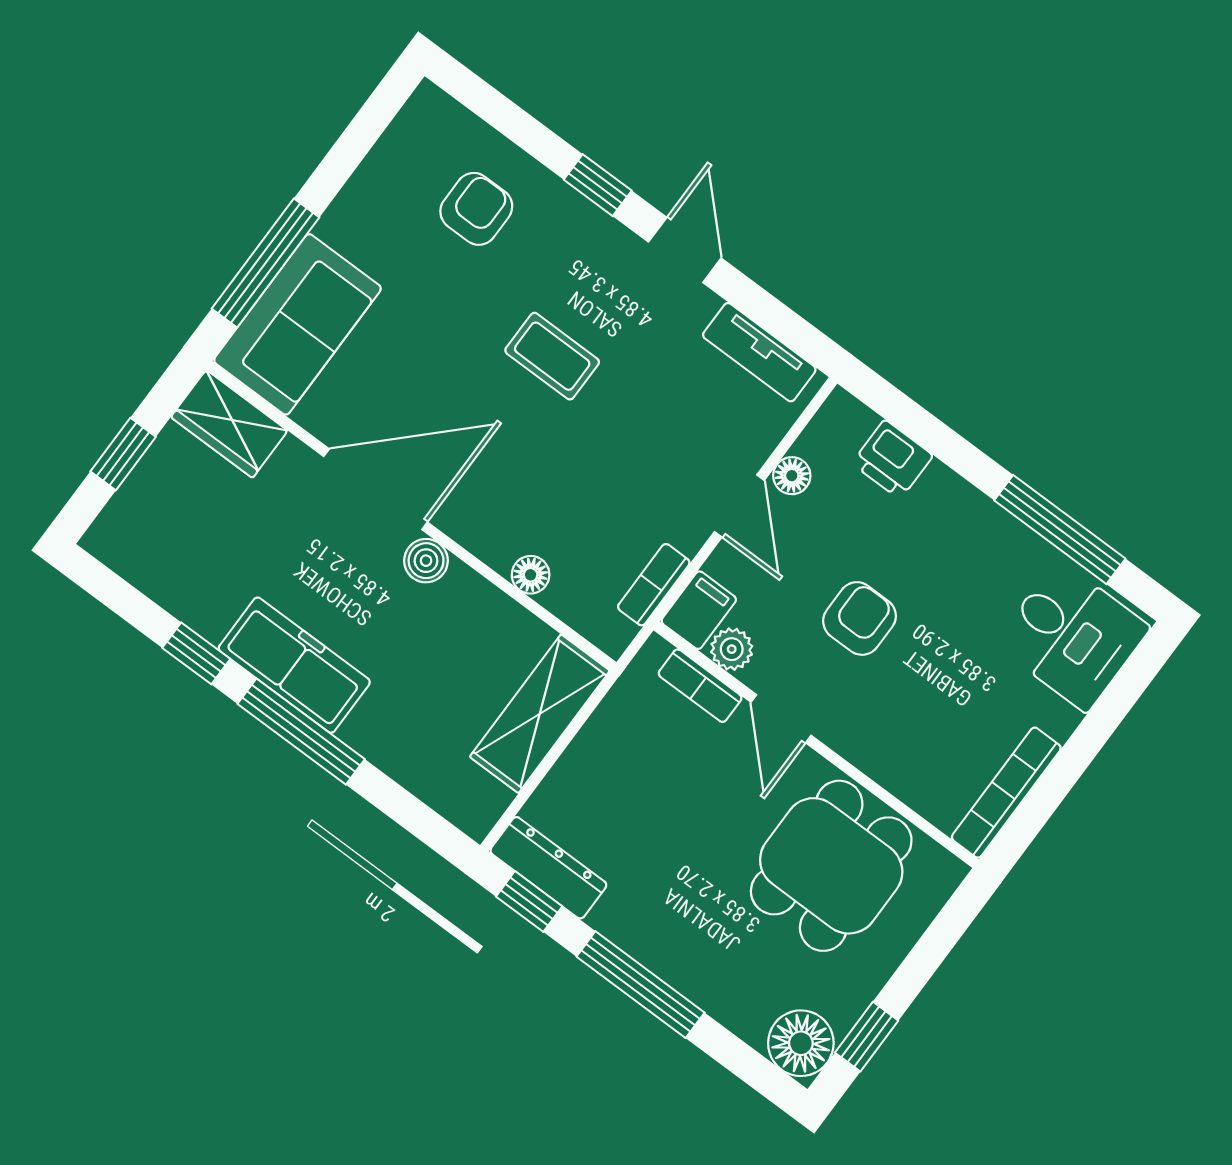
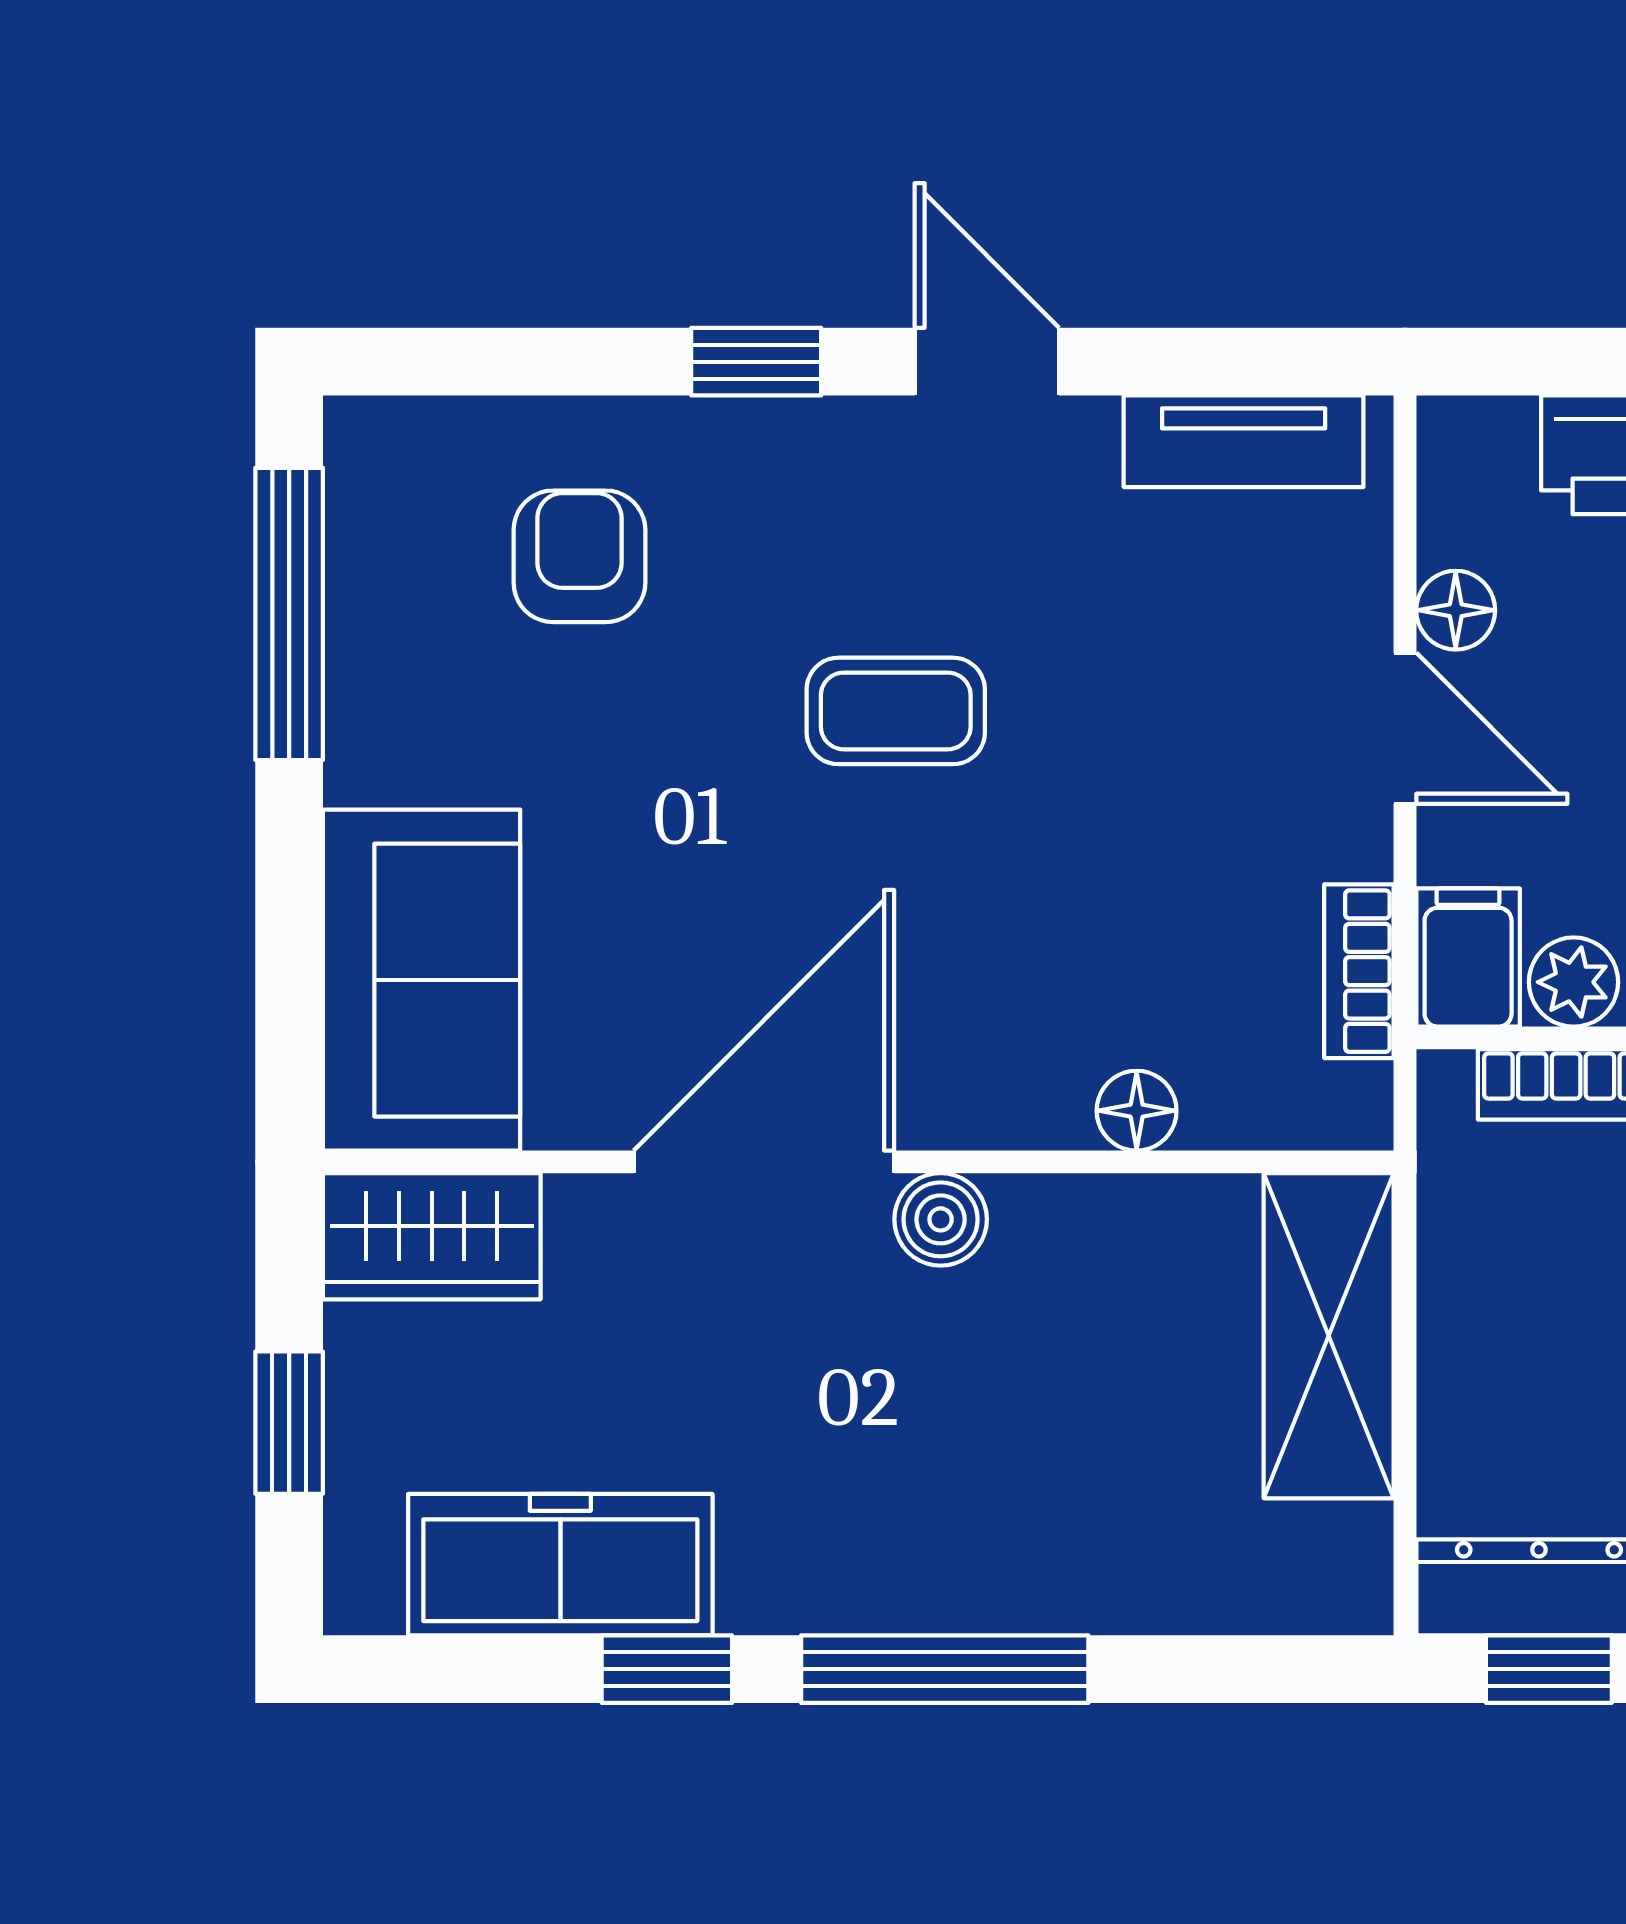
window: (266, 263) -> (289, 614), moved
freezer: (294, 665) -> (560, 1565), moved

